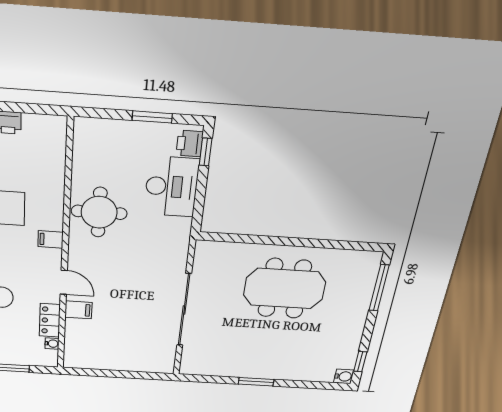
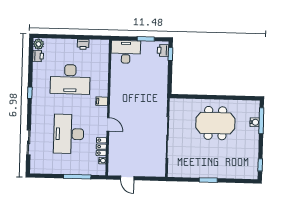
desk: (172, 187) -> (126, 52), moved, turned -90
round table: (99, 212) -> (124, 86), removed
filing cabinet: (78, 310) -> (115, 140), removed
door: (100, 373) -> (127, 178), added
water cooler: (344, 376) -> (255, 122), moved

